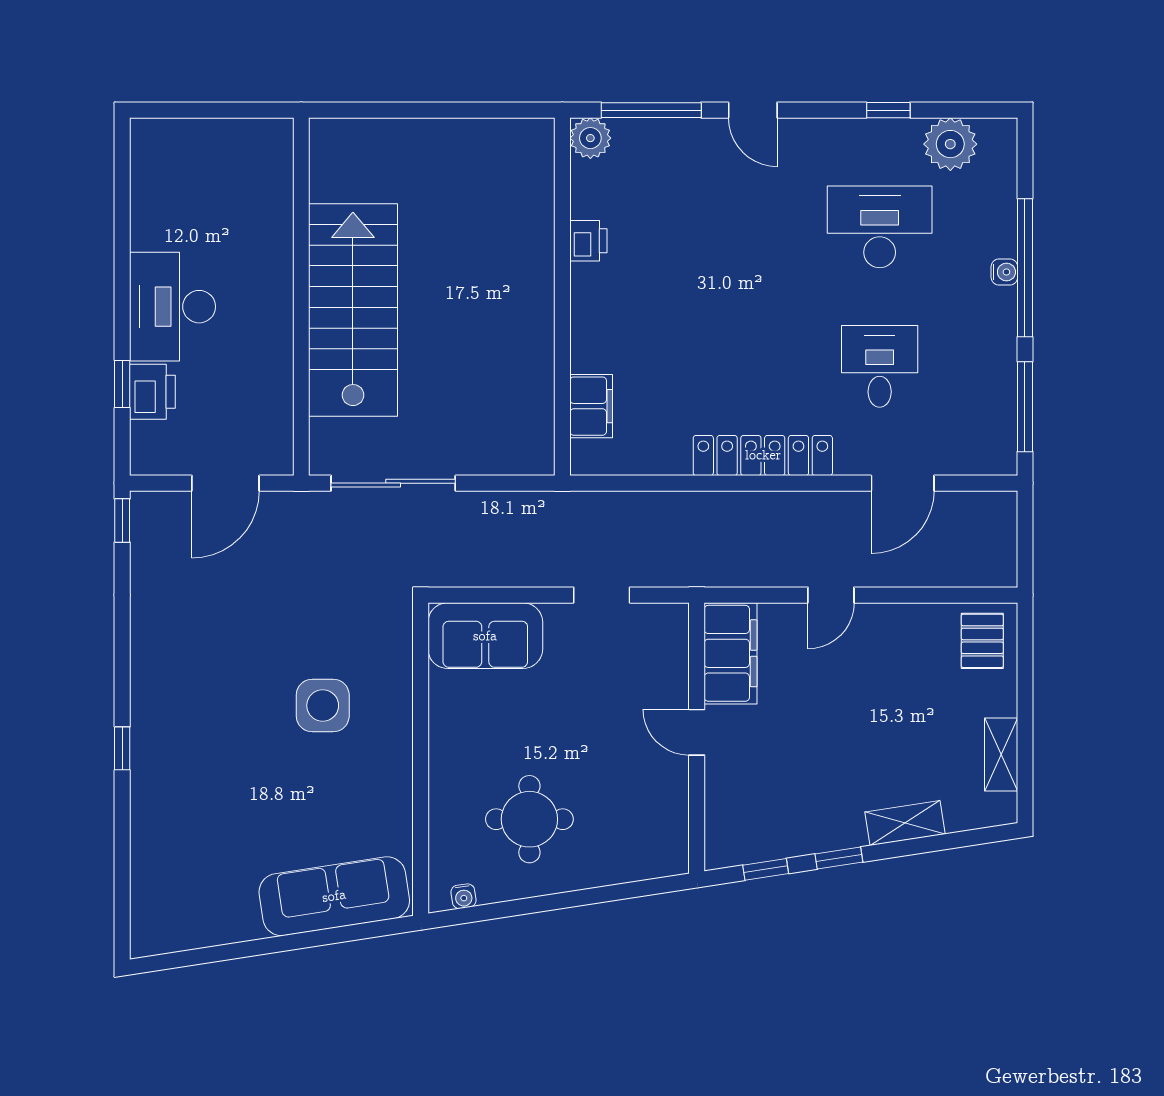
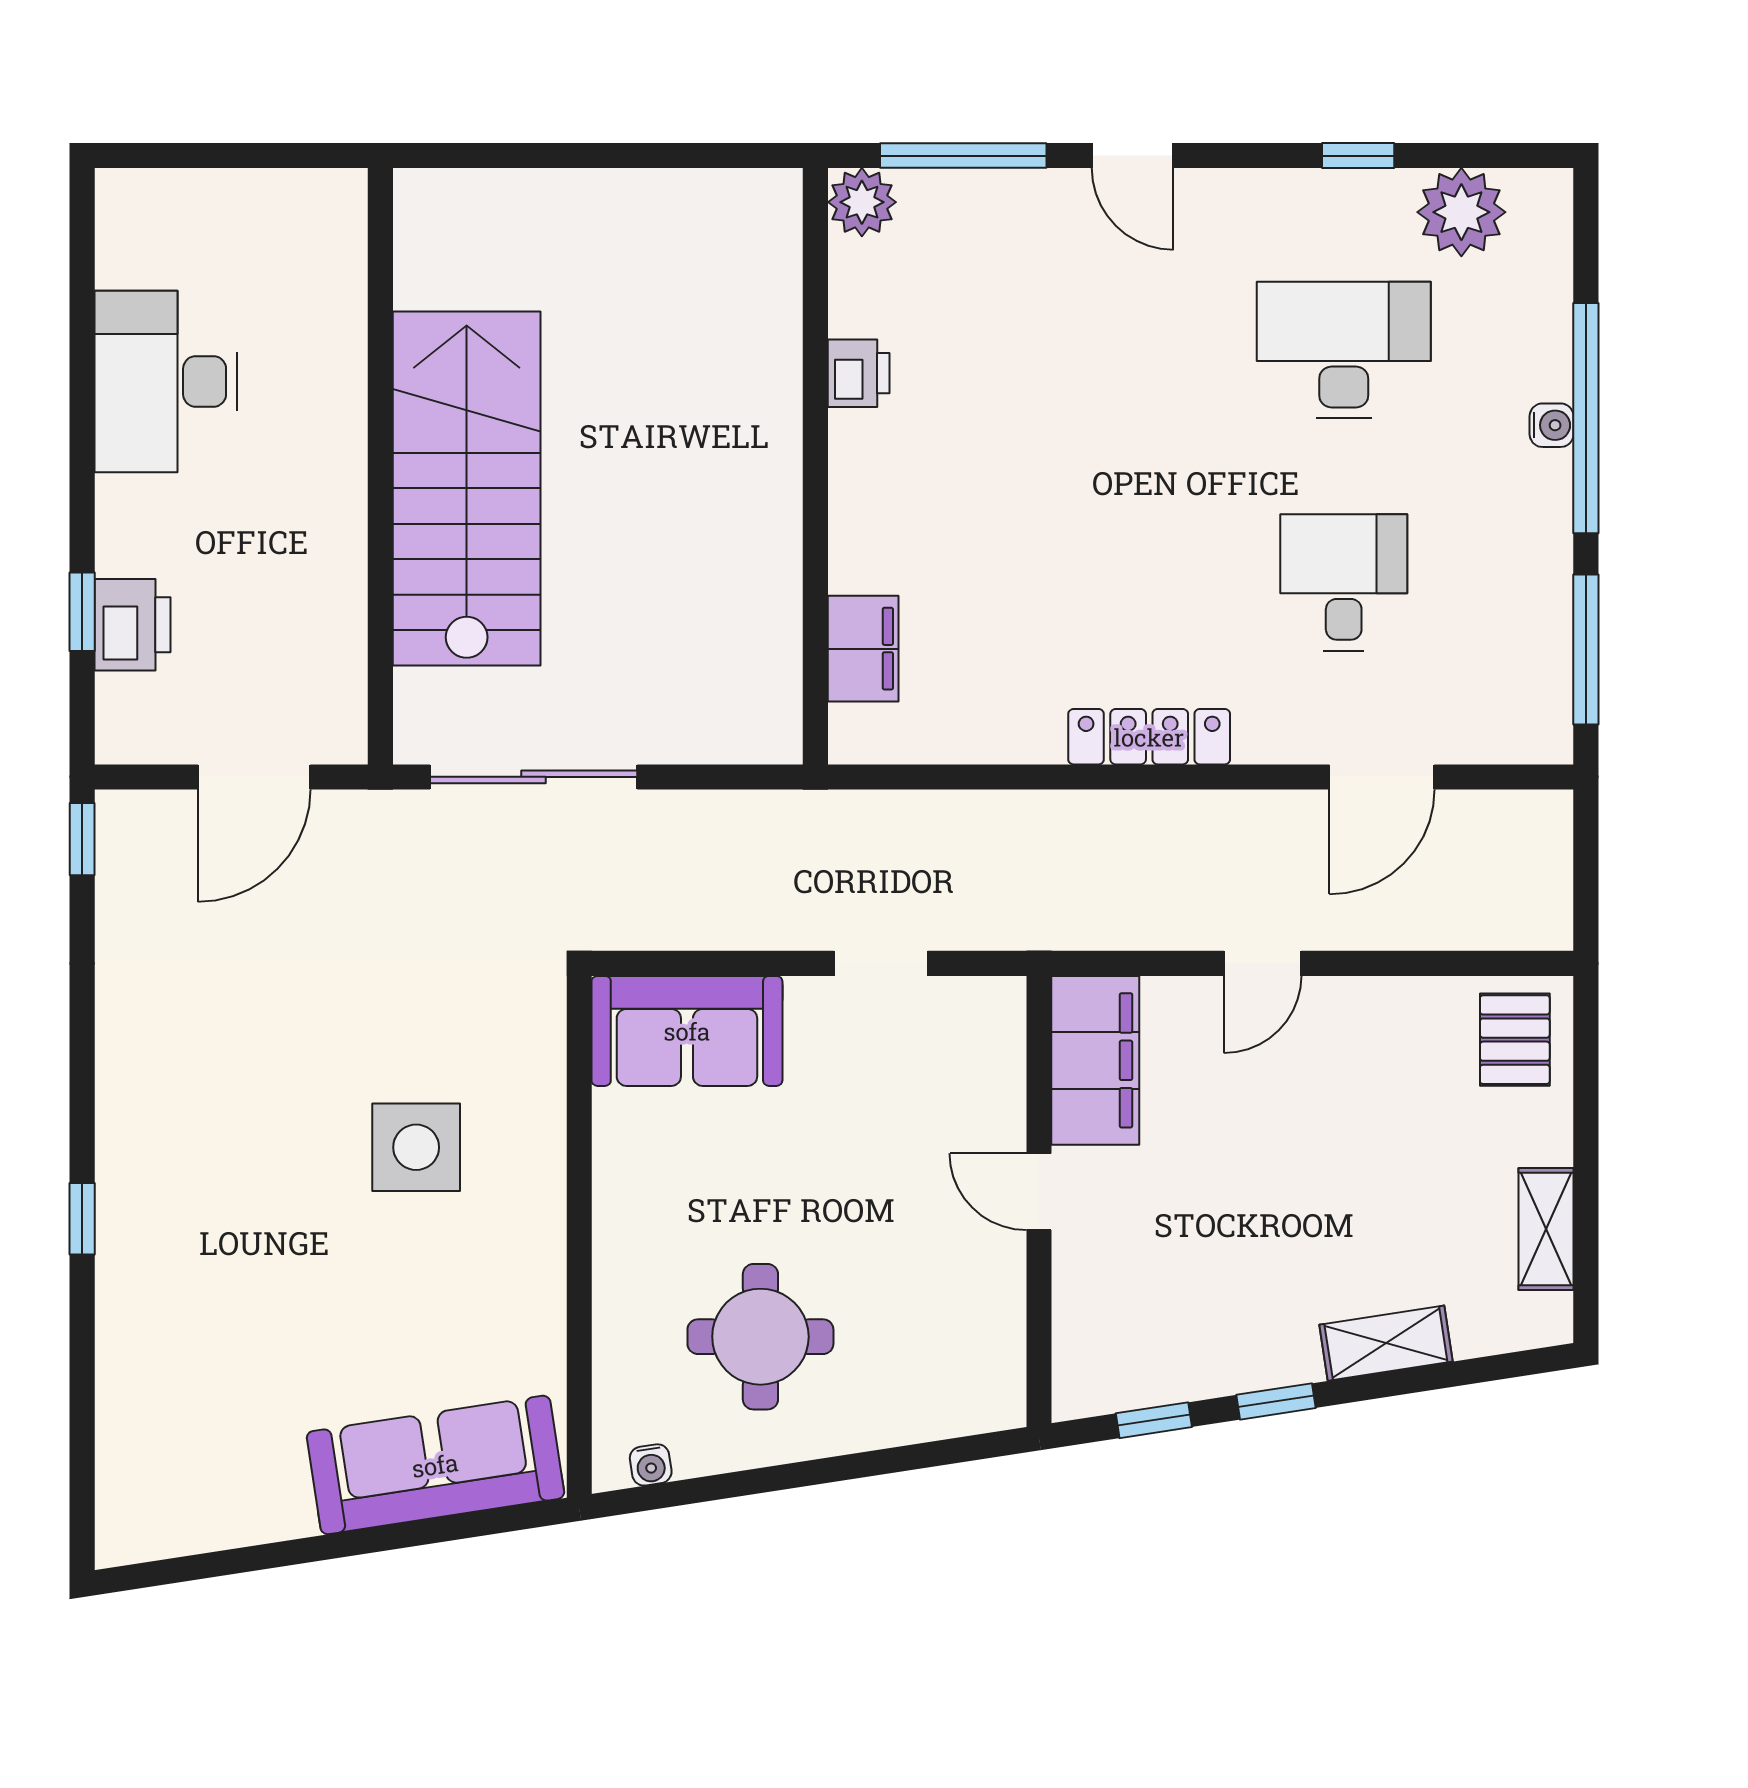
desk: (172, 307) -> (166, 381), moved
locker: (763, 455) -> (1149, 737), width x0.71, depth x0.83

